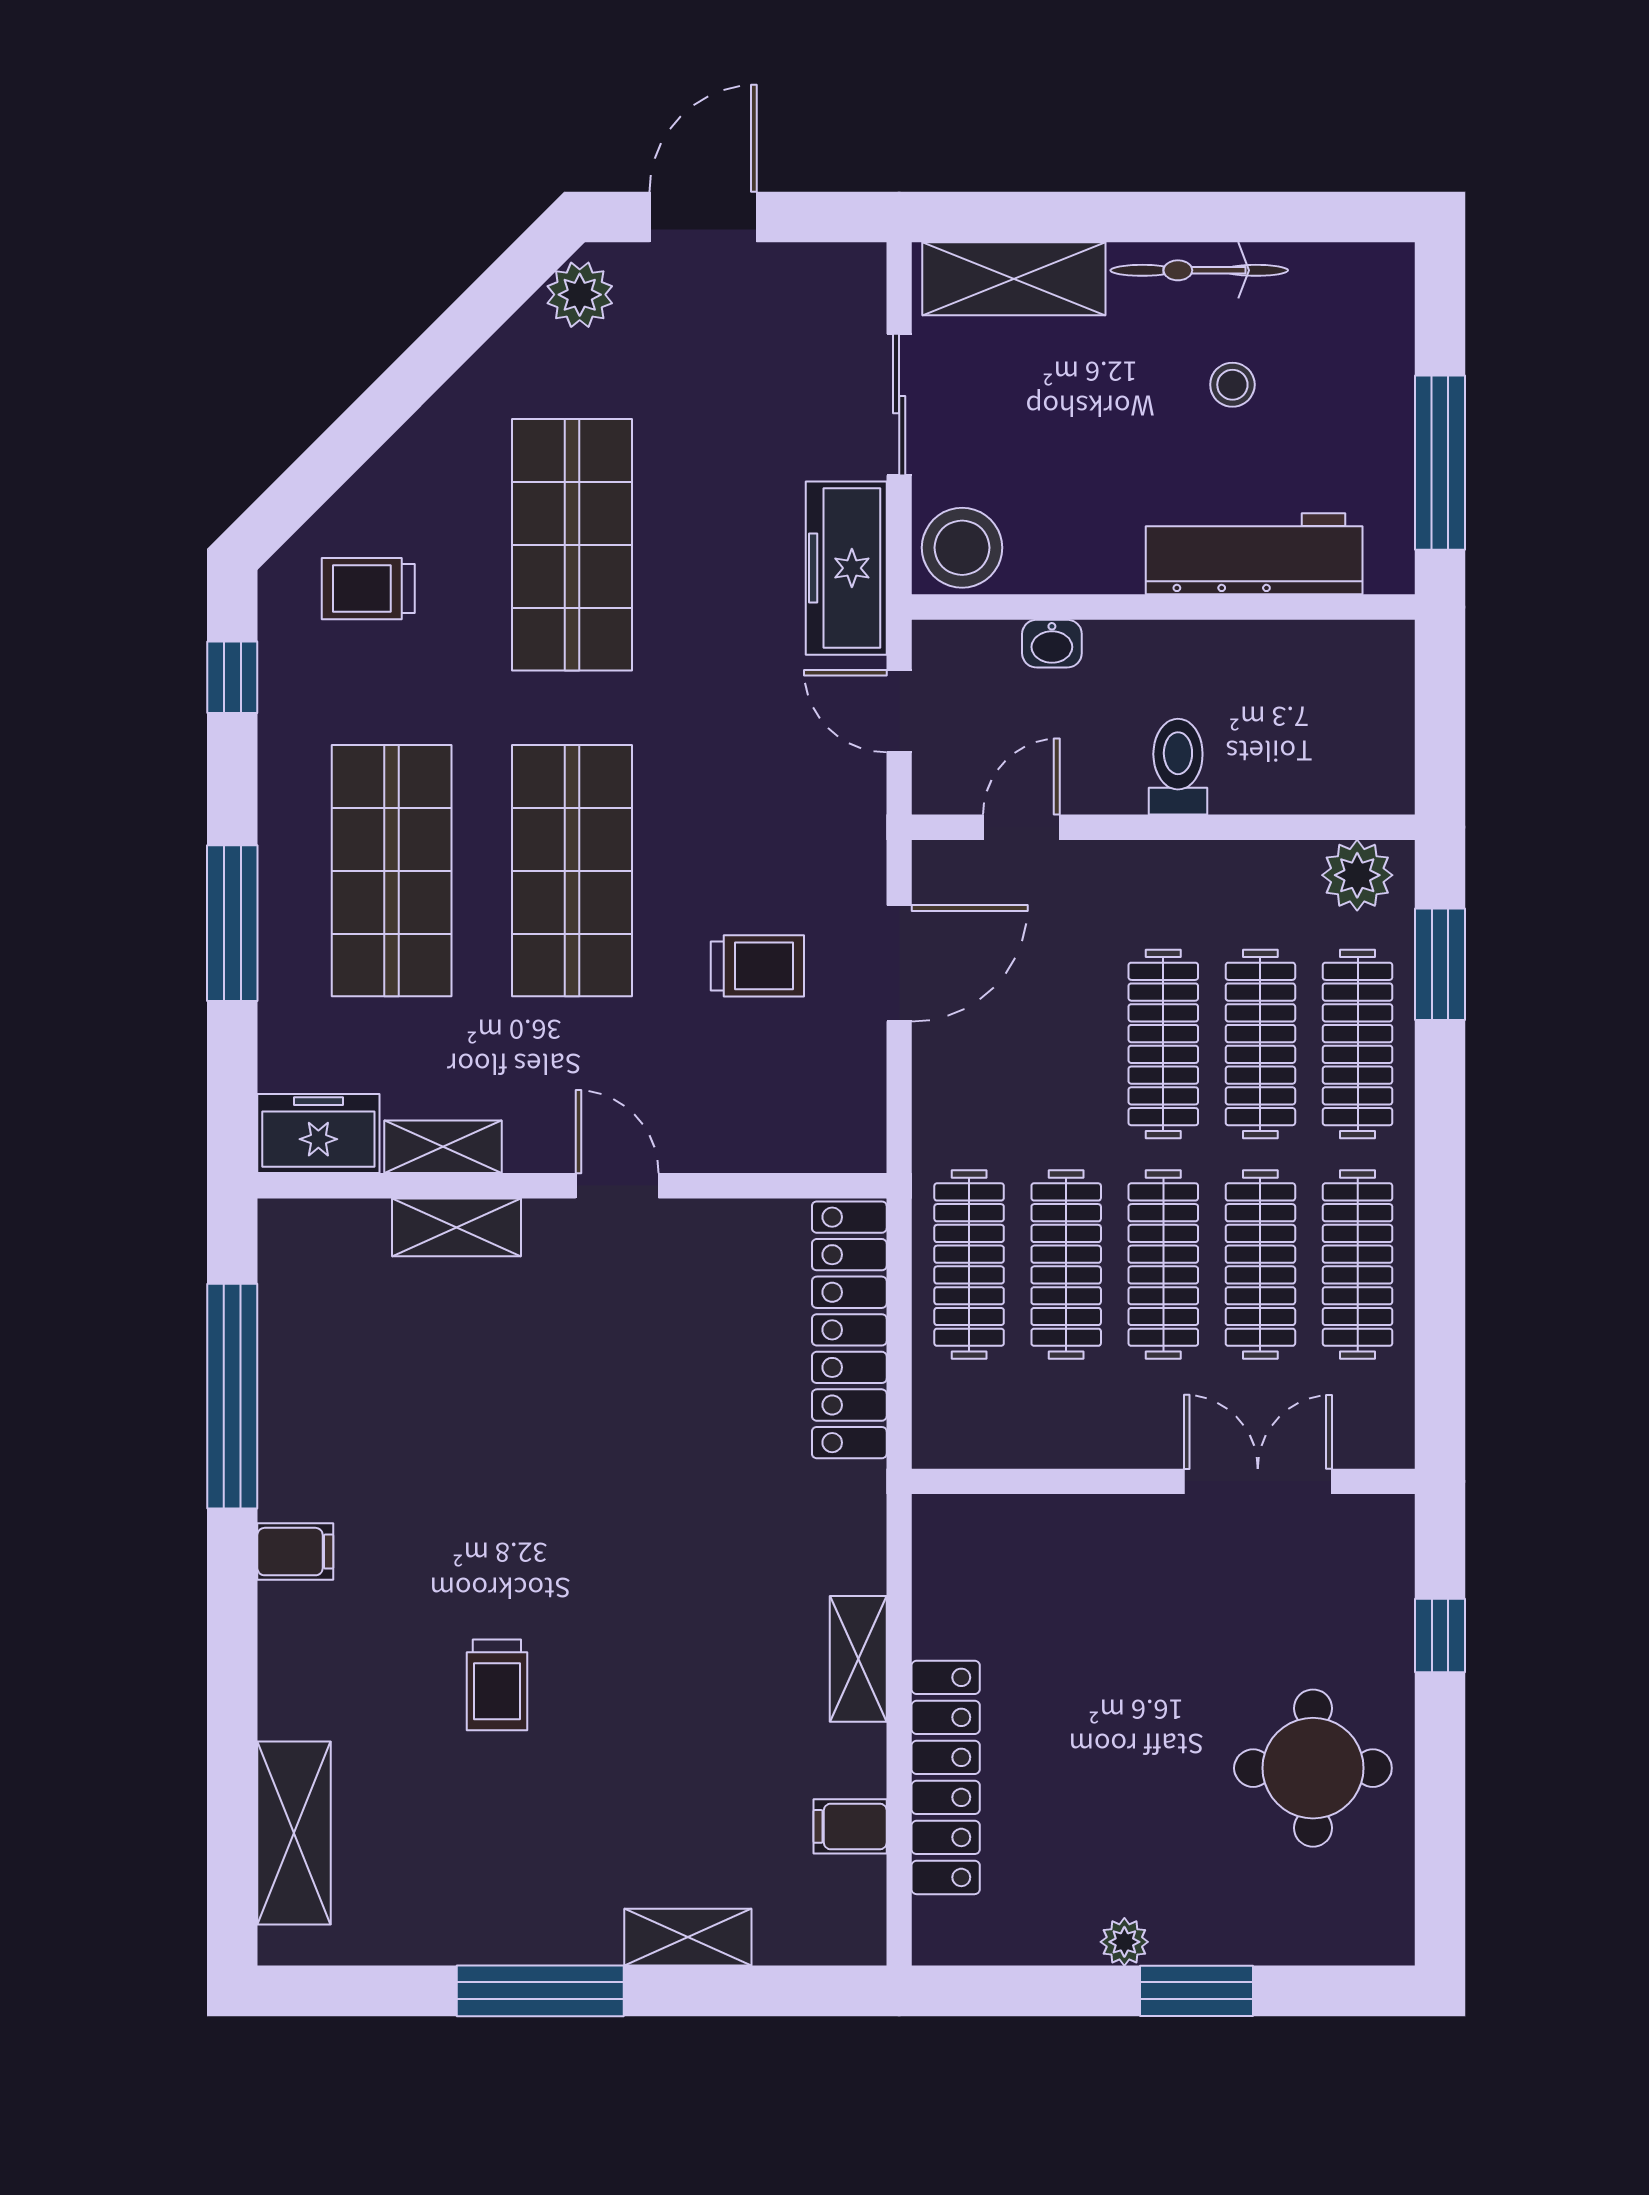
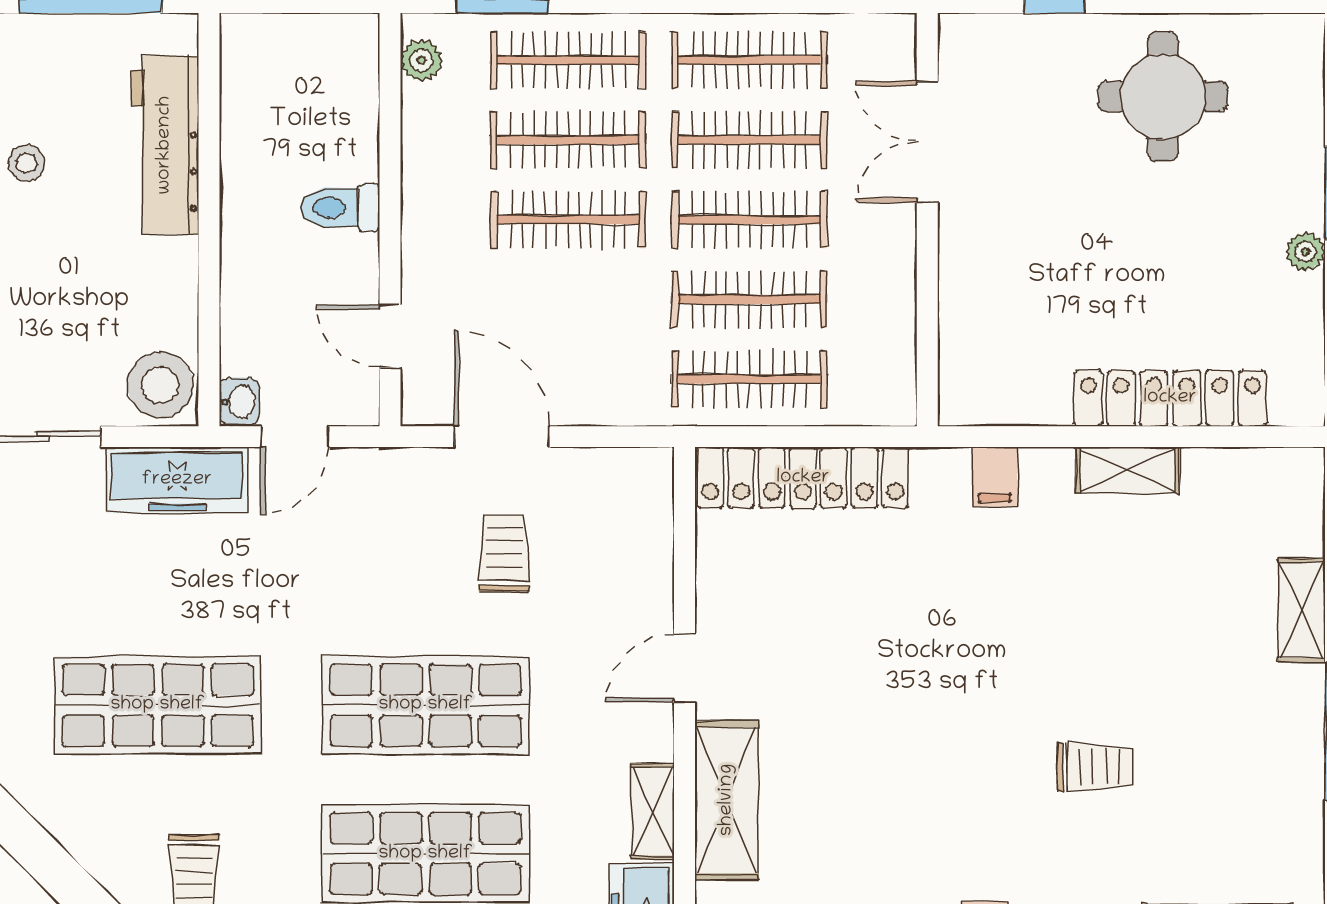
washbasin: (1052, 644) -> (239, 402), moved
plant: (1357, 875) -> (421, 60), width x0.73, depth x0.73
shelving: (456, 1227) -> (727, 800), width x1.50, depth x1.33
shelving: (858, 1659) -> (1128, 470), moved
filing cabinet: (850, 1826) -> (995, 477), moved

